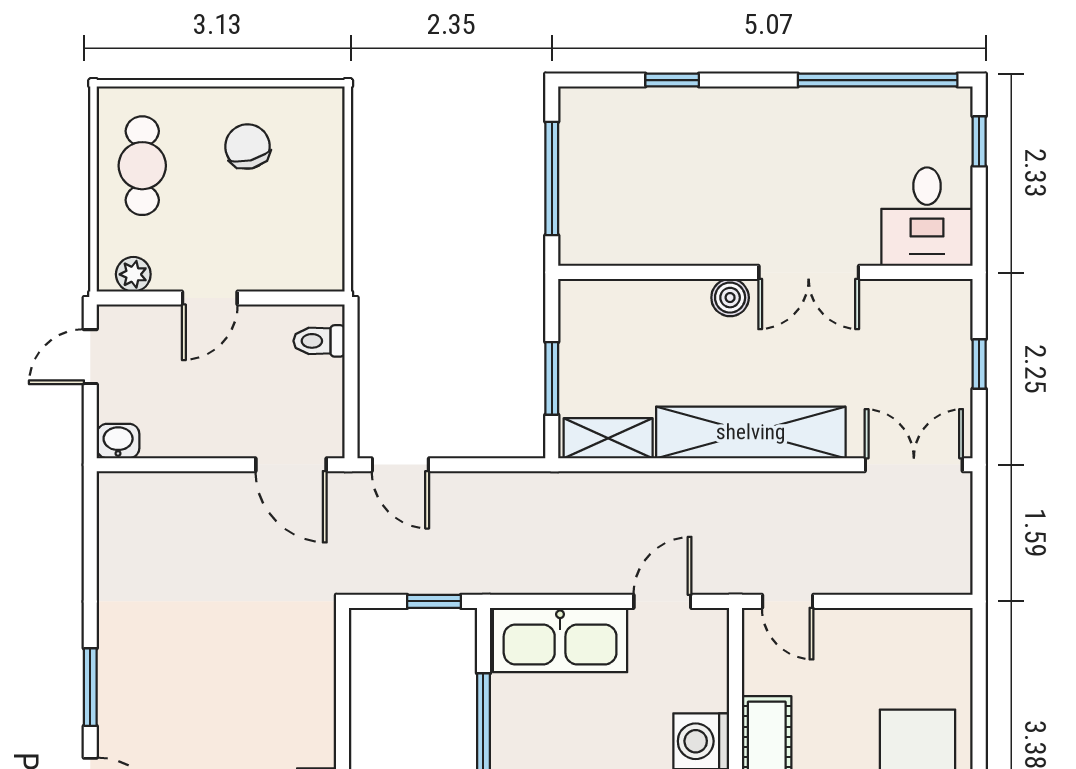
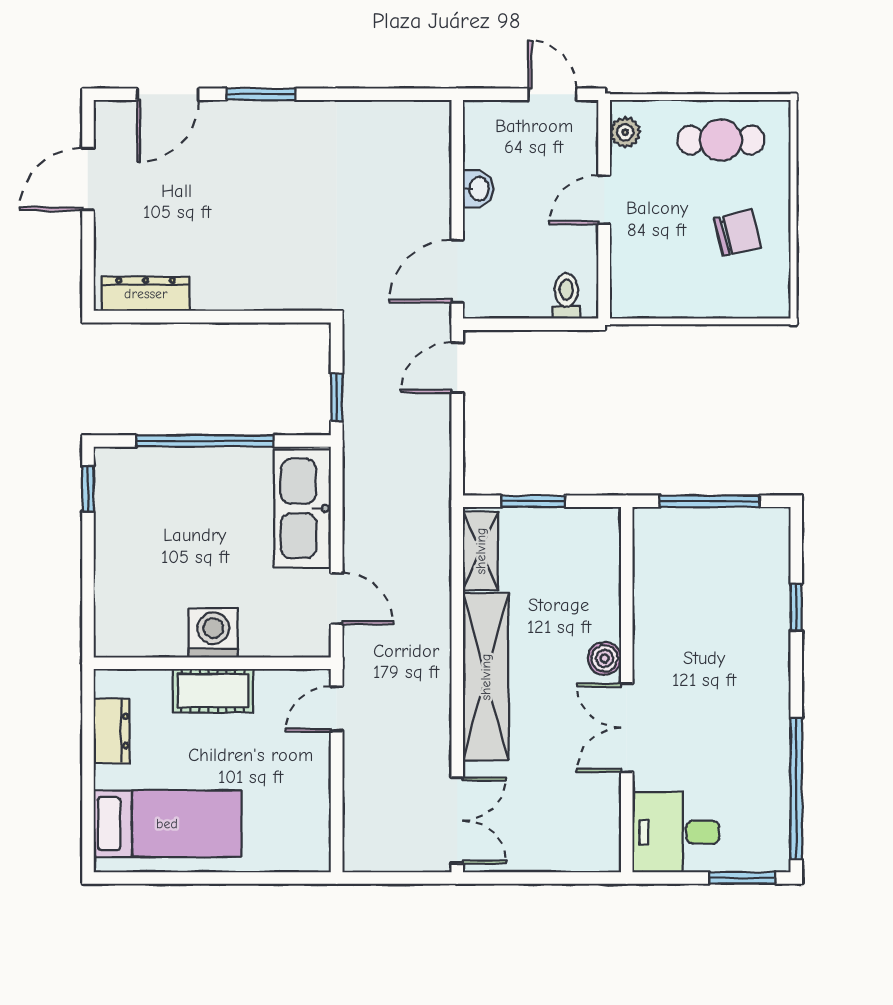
window: (979, 141) -> (742, 878), width x1.50
door: (210, 298) -> (604, 200), hinge flipped
window: (979, 364) -> (546, 878), removed
washbasin: (118, 441) -> (478, 189), moved

